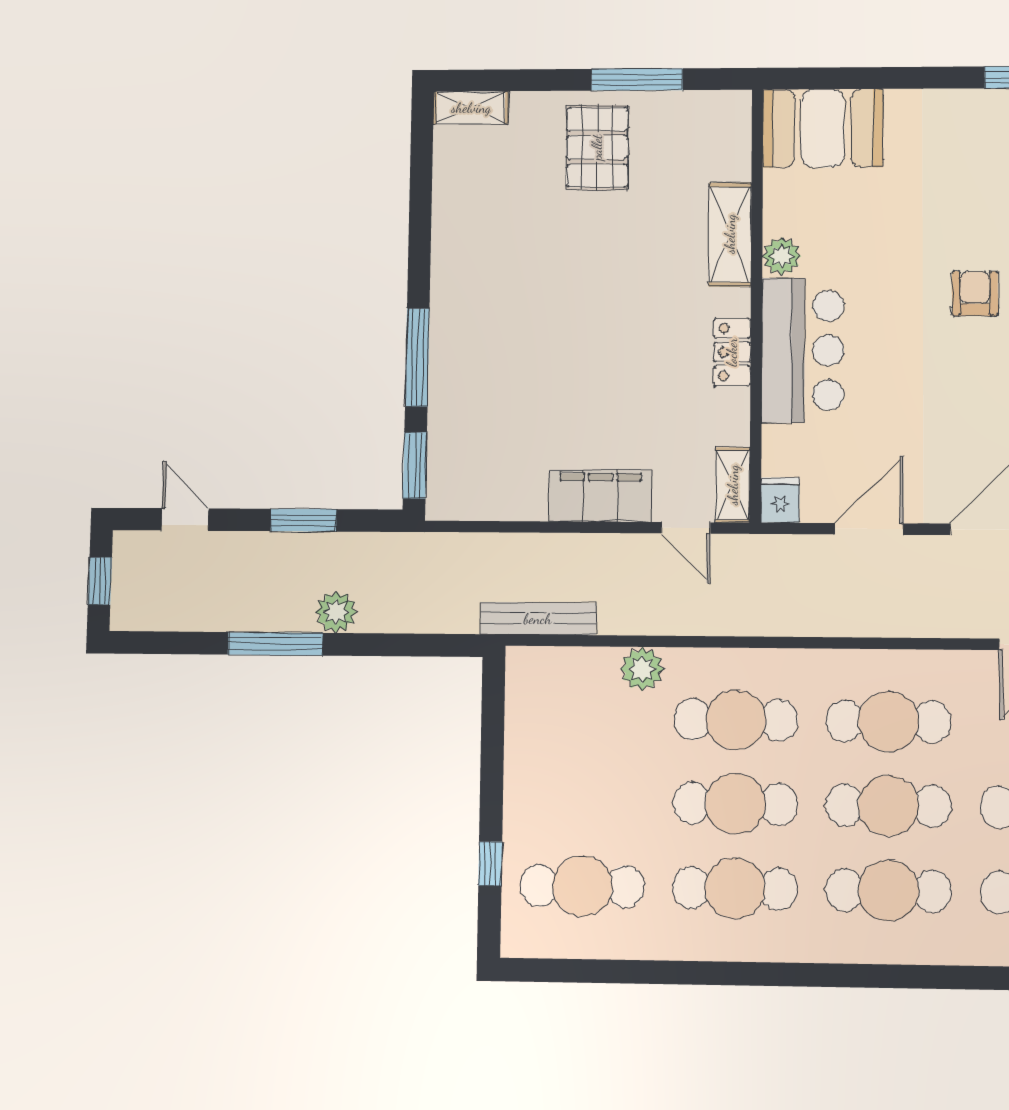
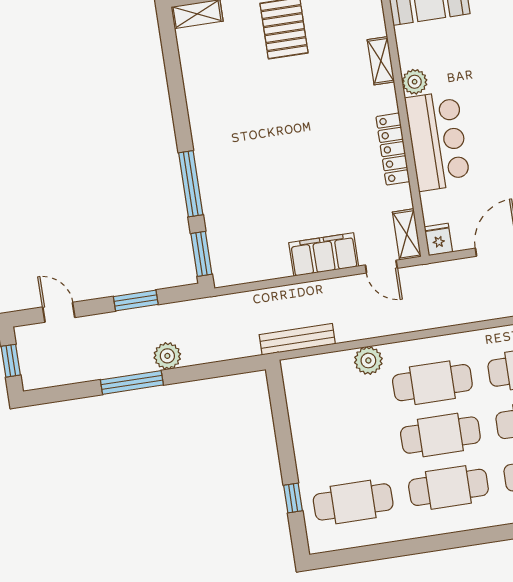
shelving: (730, 234) -> (381, 61), width x0.67, depth x0.75
locker: (732, 352) -> (393, 149), width x1.53

